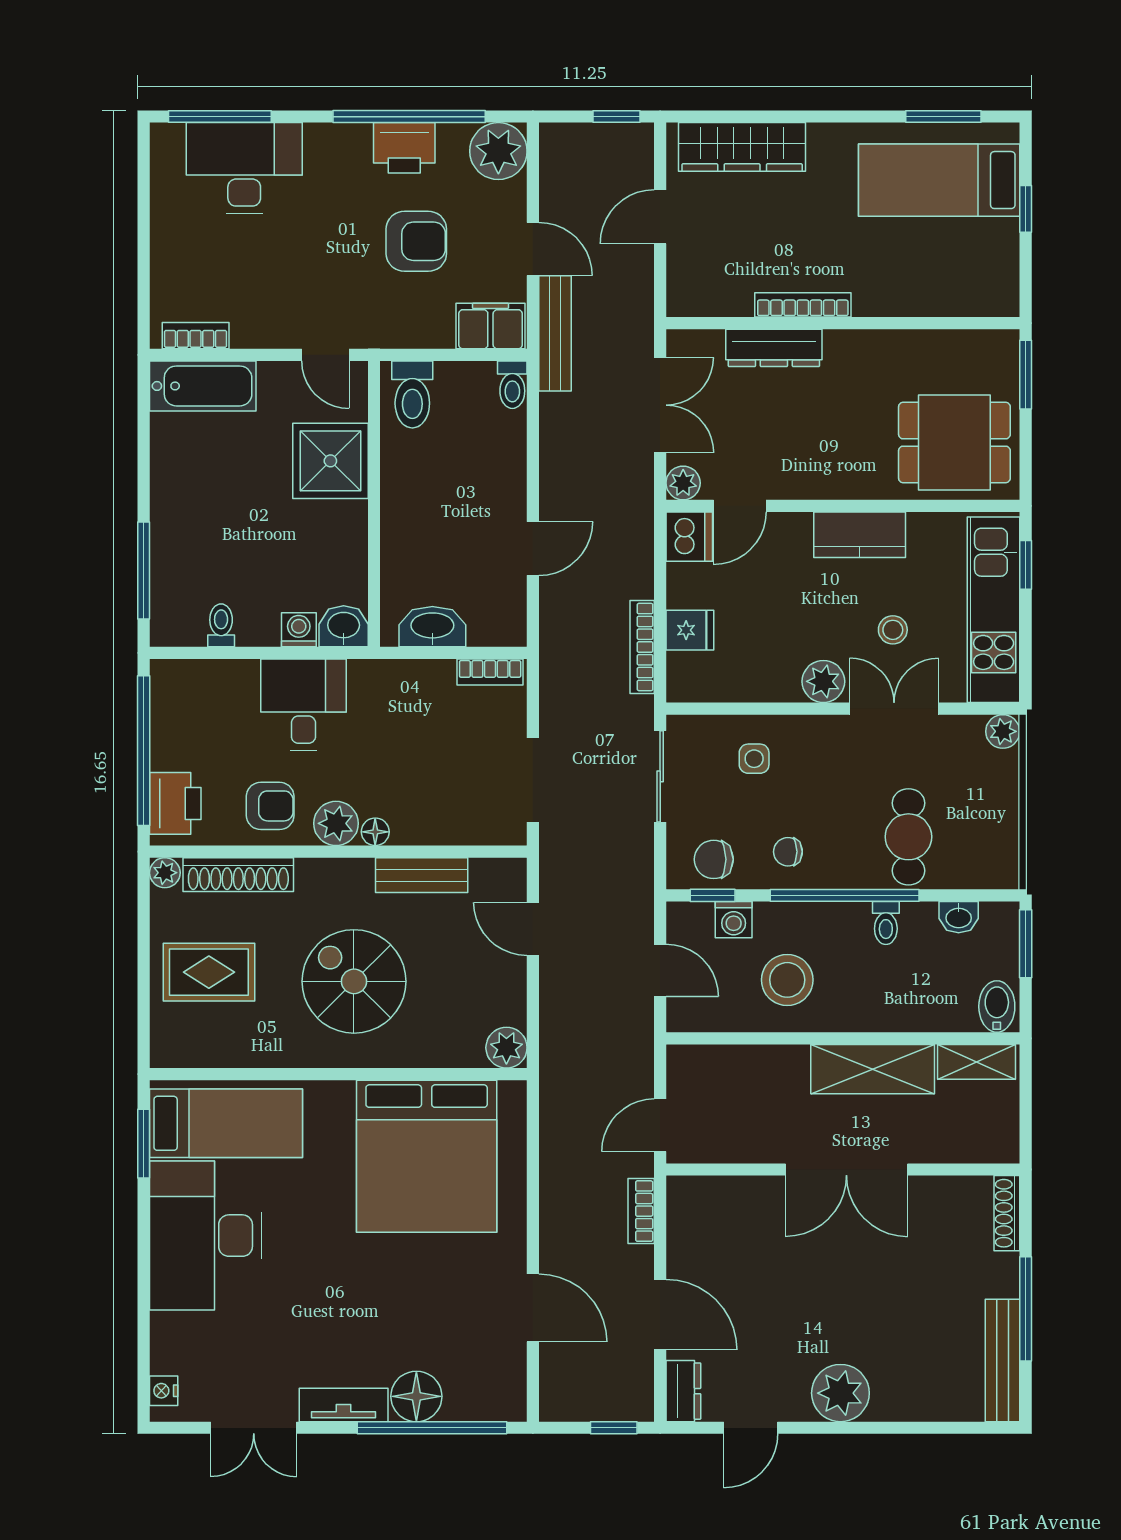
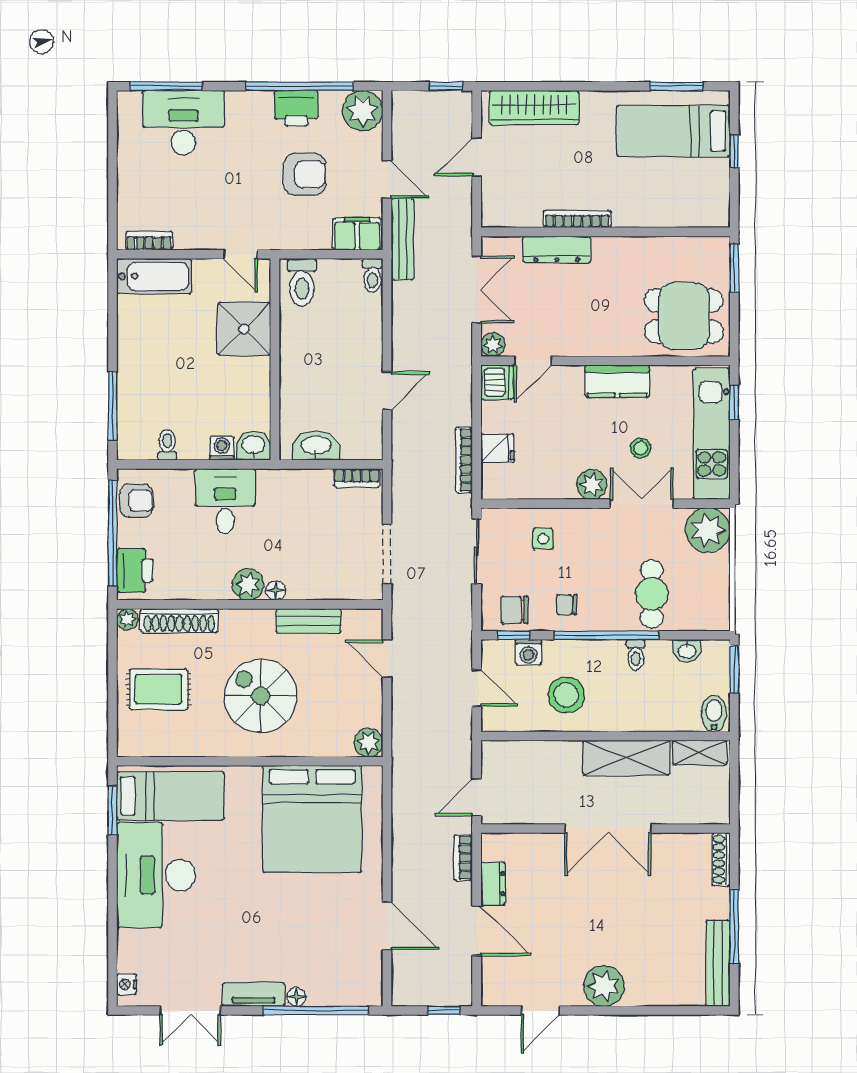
plant: (1003, 731) -> (708, 530), width x1.87, depth x1.87
armchair: (270, 806) -> (136, 501), moved
dresser: (683, 1391) -> (493, 884), moved
floor lamp: (416, 1396) -> (296, 997), width x0.53, depth x0.53

